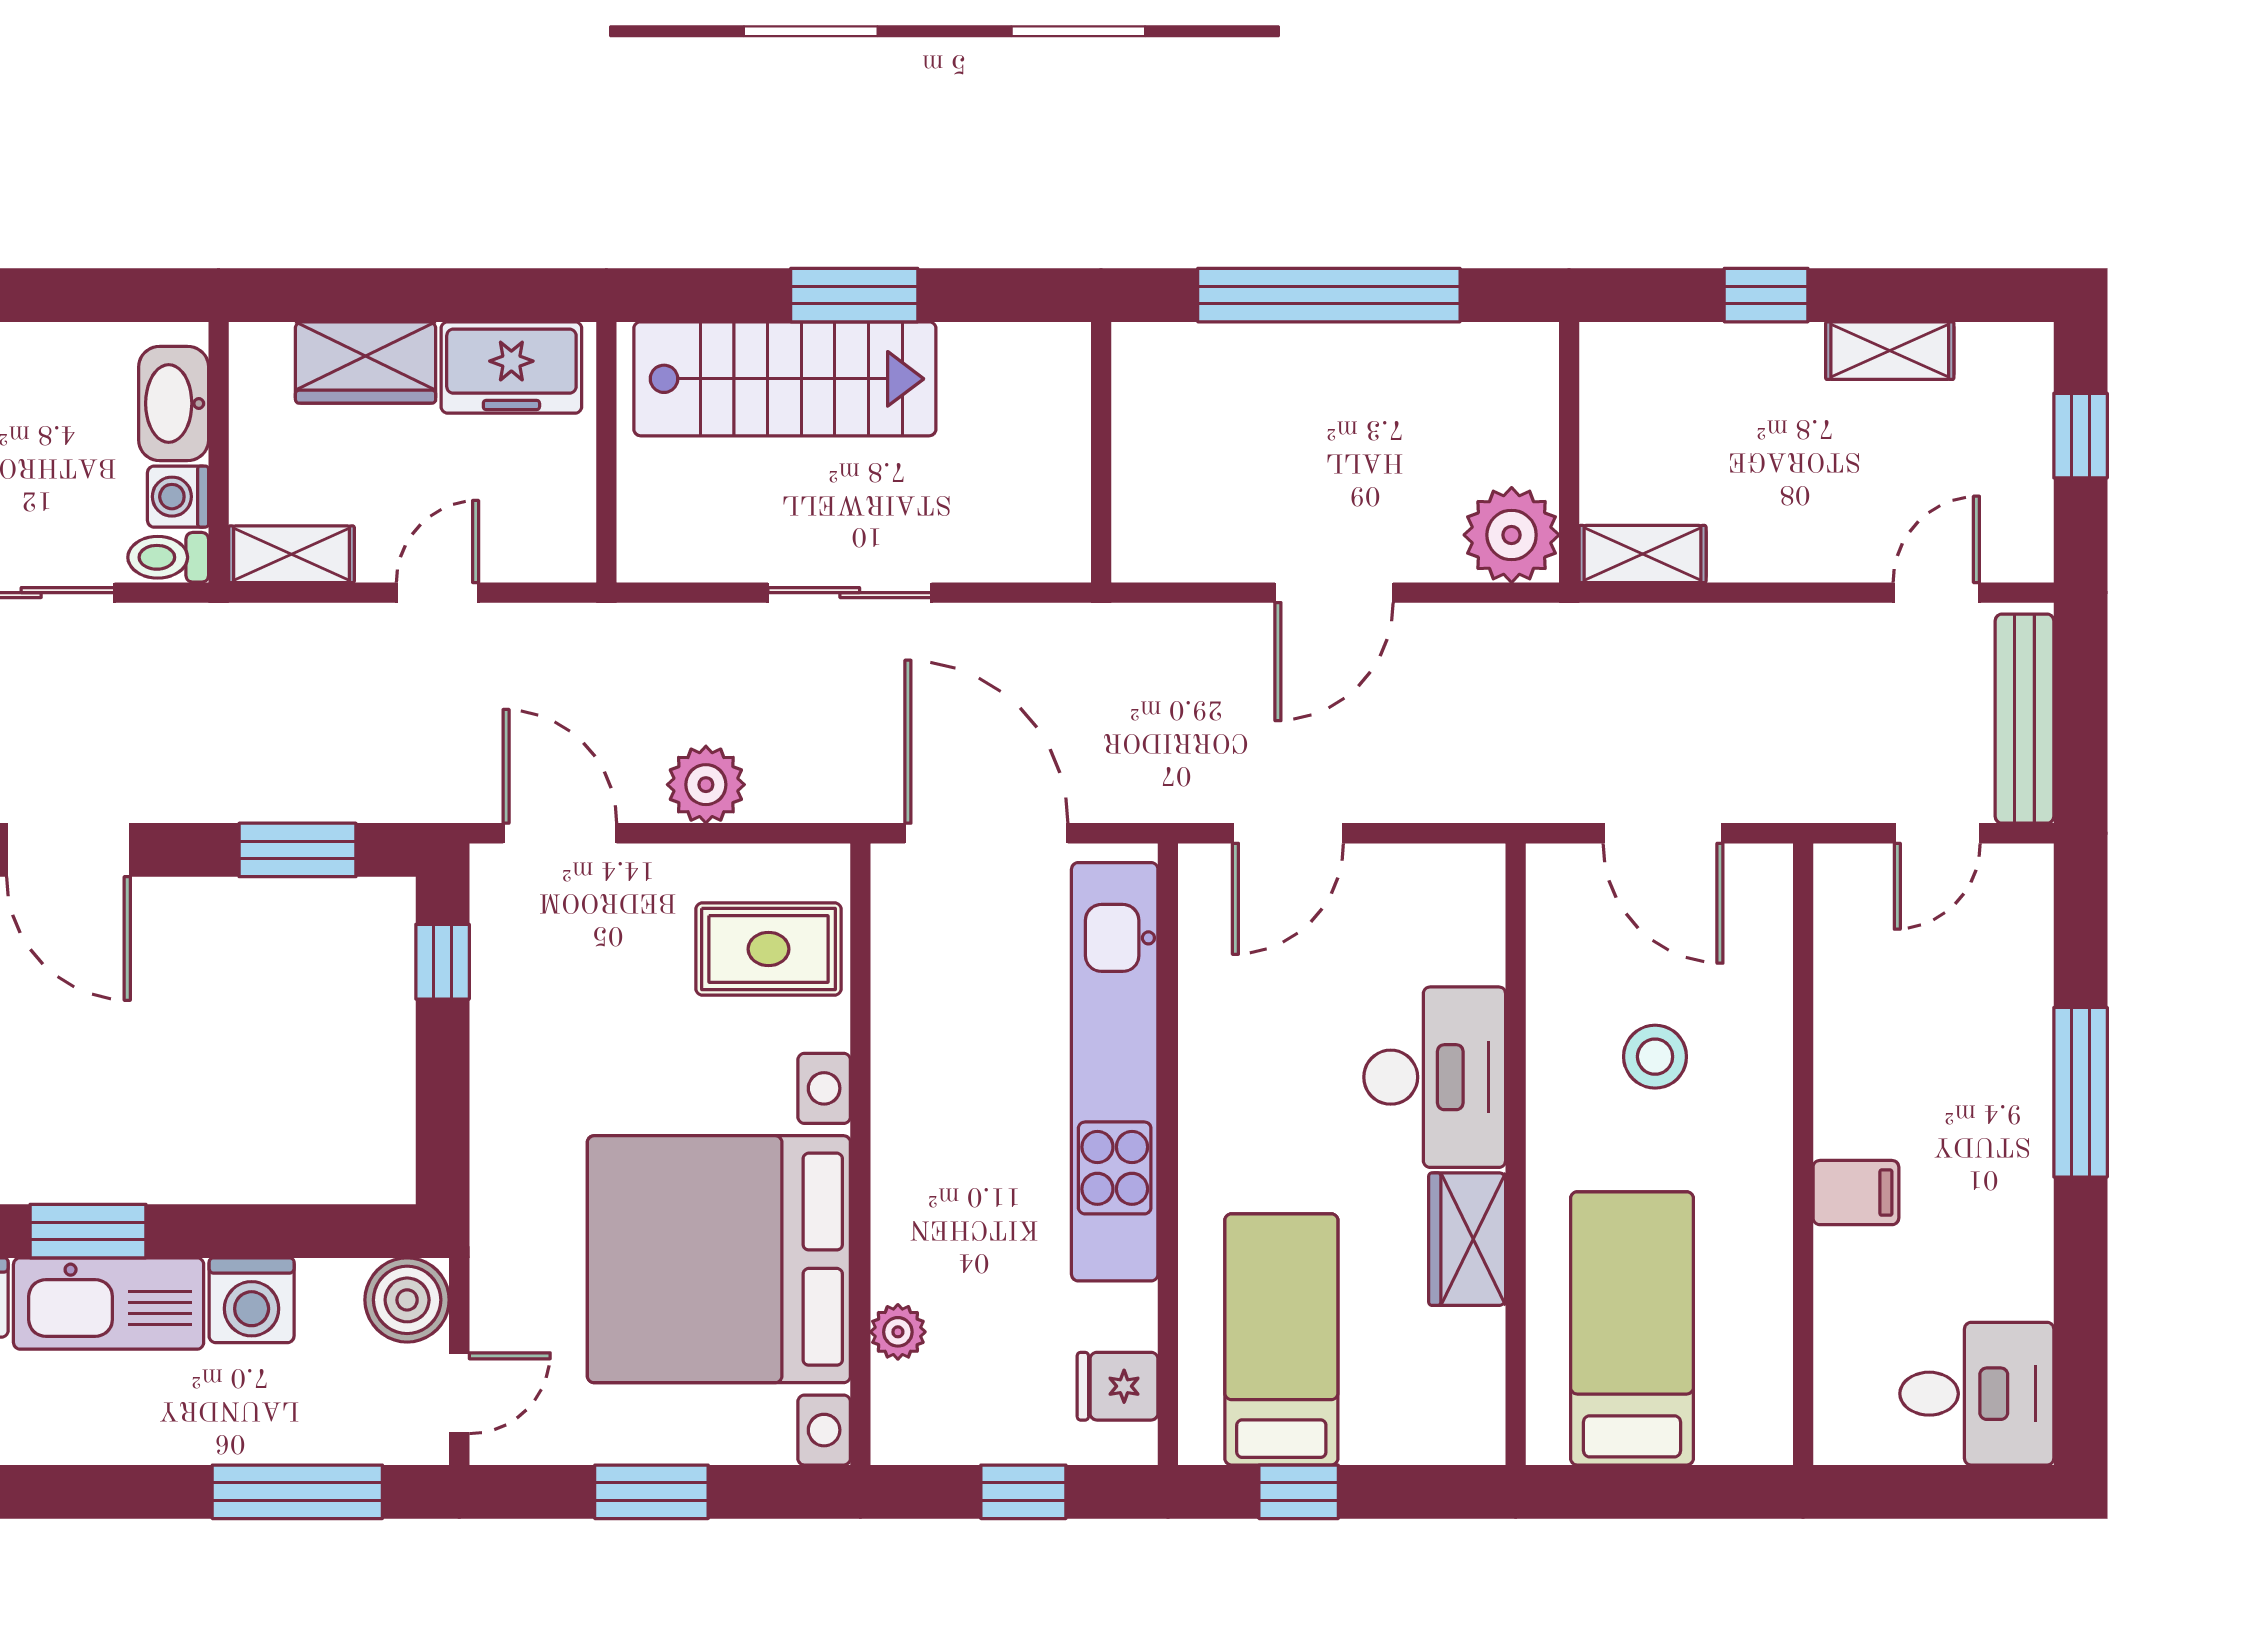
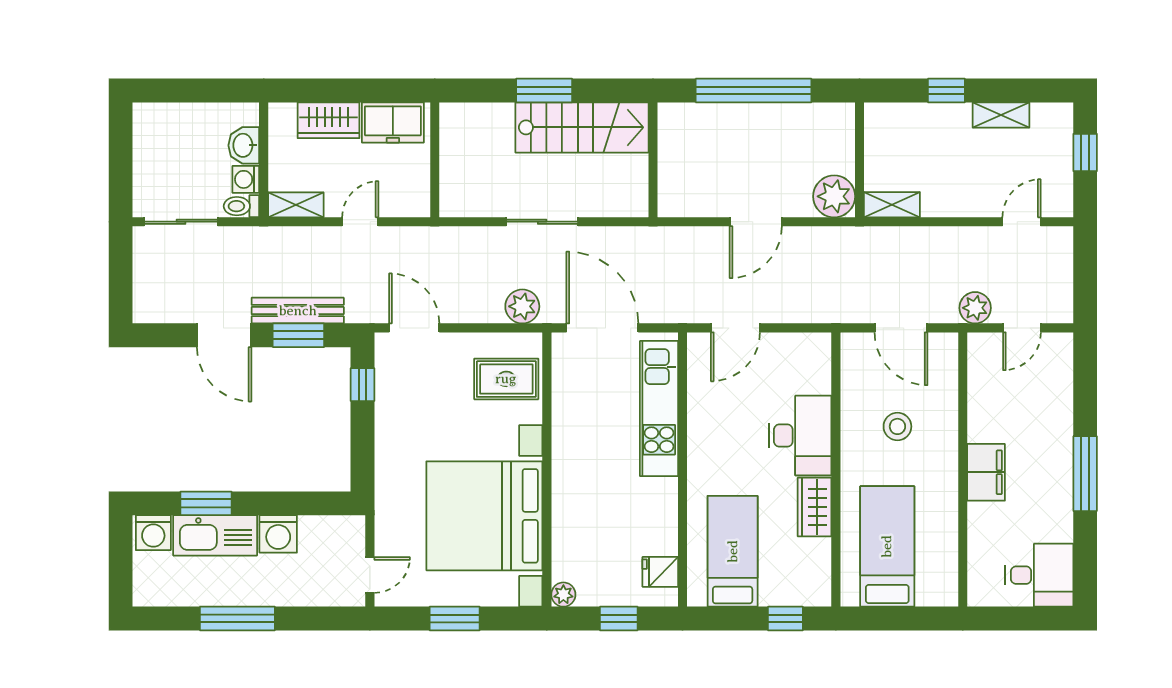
stairs: (785, 379) -> (582, 127), moved
washbasin: (174, 403) -> (244, 145), width x0.72
bench: (2025, 719) -> (298, 311), moved, turned 90
plant: (706, 785) -> (522, 306), moved
plant: (1831, 788) -> (975, 308), added
door: (68, 850) -> (224, 335), moved
kitchen unit: (1115, 1072) -> (659, 409), width x0.73
window: (2081, 1092) -> (1085, 474), moved
filing cabinet: (1856, 1193) -> (986, 472), width x2.00
boiler: (407, 1300) -> (347, 534), removed
plant: (898, 1332) -> (563, 595), moved
window: (297, 1492) -> (237, 618), moved
window: (1299, 1492) -> (785, 618), moved

